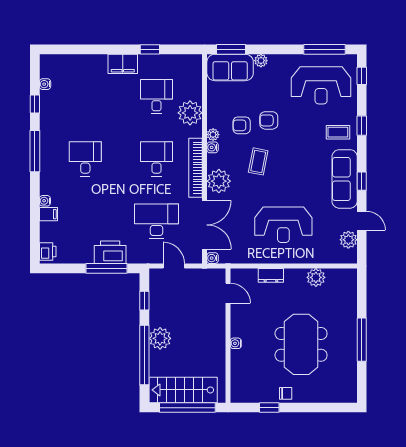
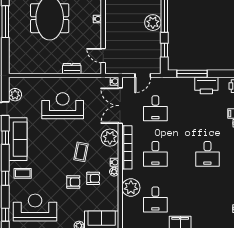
desk: (156, 221) -> (155, 108), width x0.73
printer: (110, 252) -> (206, 86), moved
door: (174, 266) -> (143, 76), hinge flipped
plant: (316, 277) -> (39, 67), removed

